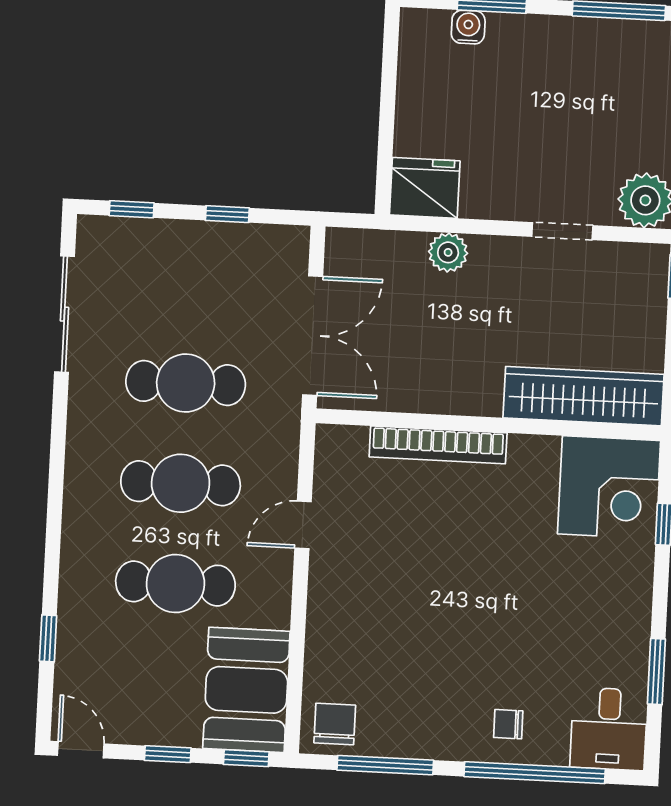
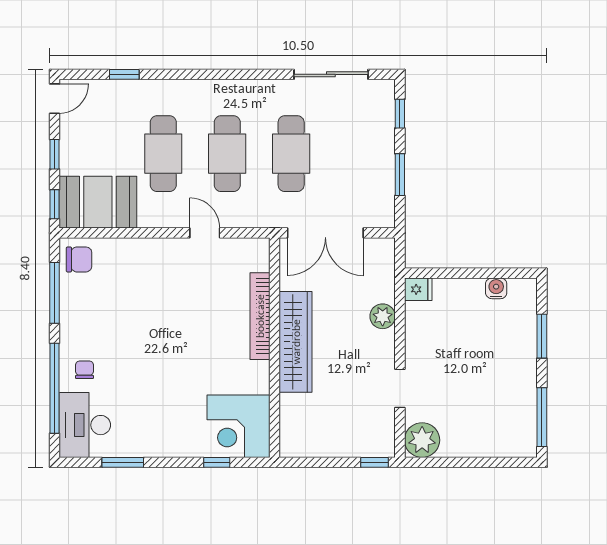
water cooler: (468, 27) -> (496, 288), moved, turned -90
fridge: (425, 188) -> (418, 289), width x0.53, depth x0.75
window: (227, 214) -> (400, 175), width x1.50
wardrobe: (584, 396) -> (296, 342), moved
desk: (609, 729) -> (85, 425), width x1.37

